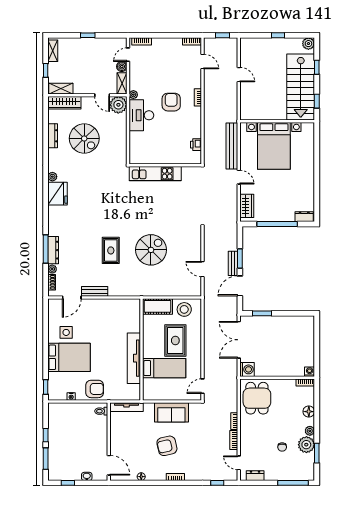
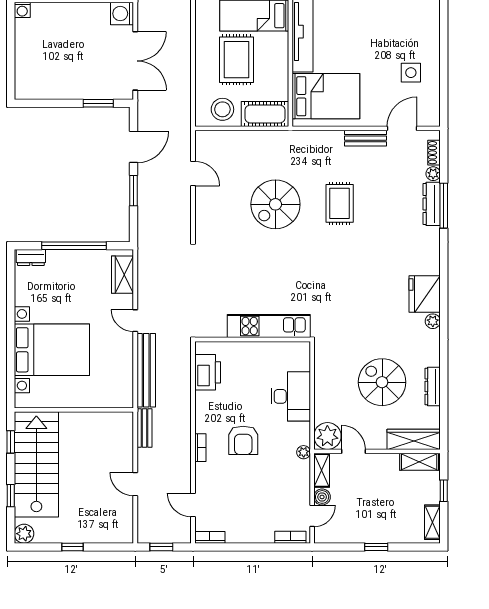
desk: (141, 115) -> (291, 396), moved
printer: (196, 145) -> (208, 372), width x1.87, depth x1.48
bed with nightstands: (274, 146) -> (52, 350), moved, turned 90
bench: (233, 263) -> (144, 428), moved
bed: (69, 357) -> (326, 96), moved, turned 180

